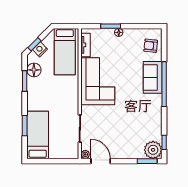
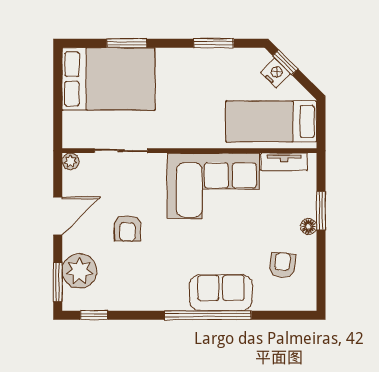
armchair: (151, 46) -> (282, 265), moved
floor lamp: (34, 70) -> (235, 61), removed
armchair: (120, 125) -> (128, 228), added
bed: (38, 135) -> (108, 79), width x1.50
plant: (153, 150) -> (79, 271), moved
door: (101, 161) -> (58, 216), moved

